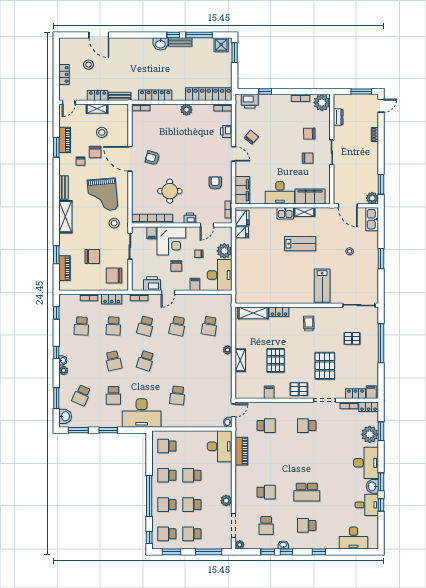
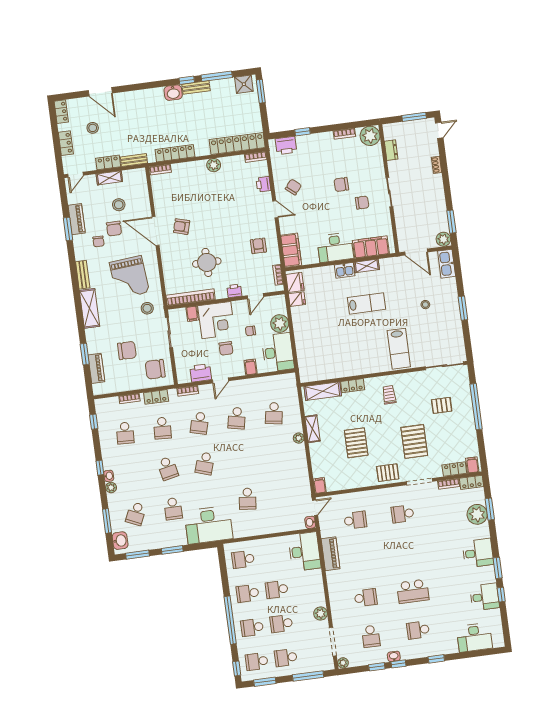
locker: (64, 47) -> (61, 112), added
chair: (309, 134) -> (341, 185), moved
shelving: (240, 360) -> (313, 429), moved
filing cabinet: (269, 392) -> (320, 485), moved
desk: (366, 463) -> (478, 553), width x0.73
washbasin: (372, 486) -> (488, 574), removed

